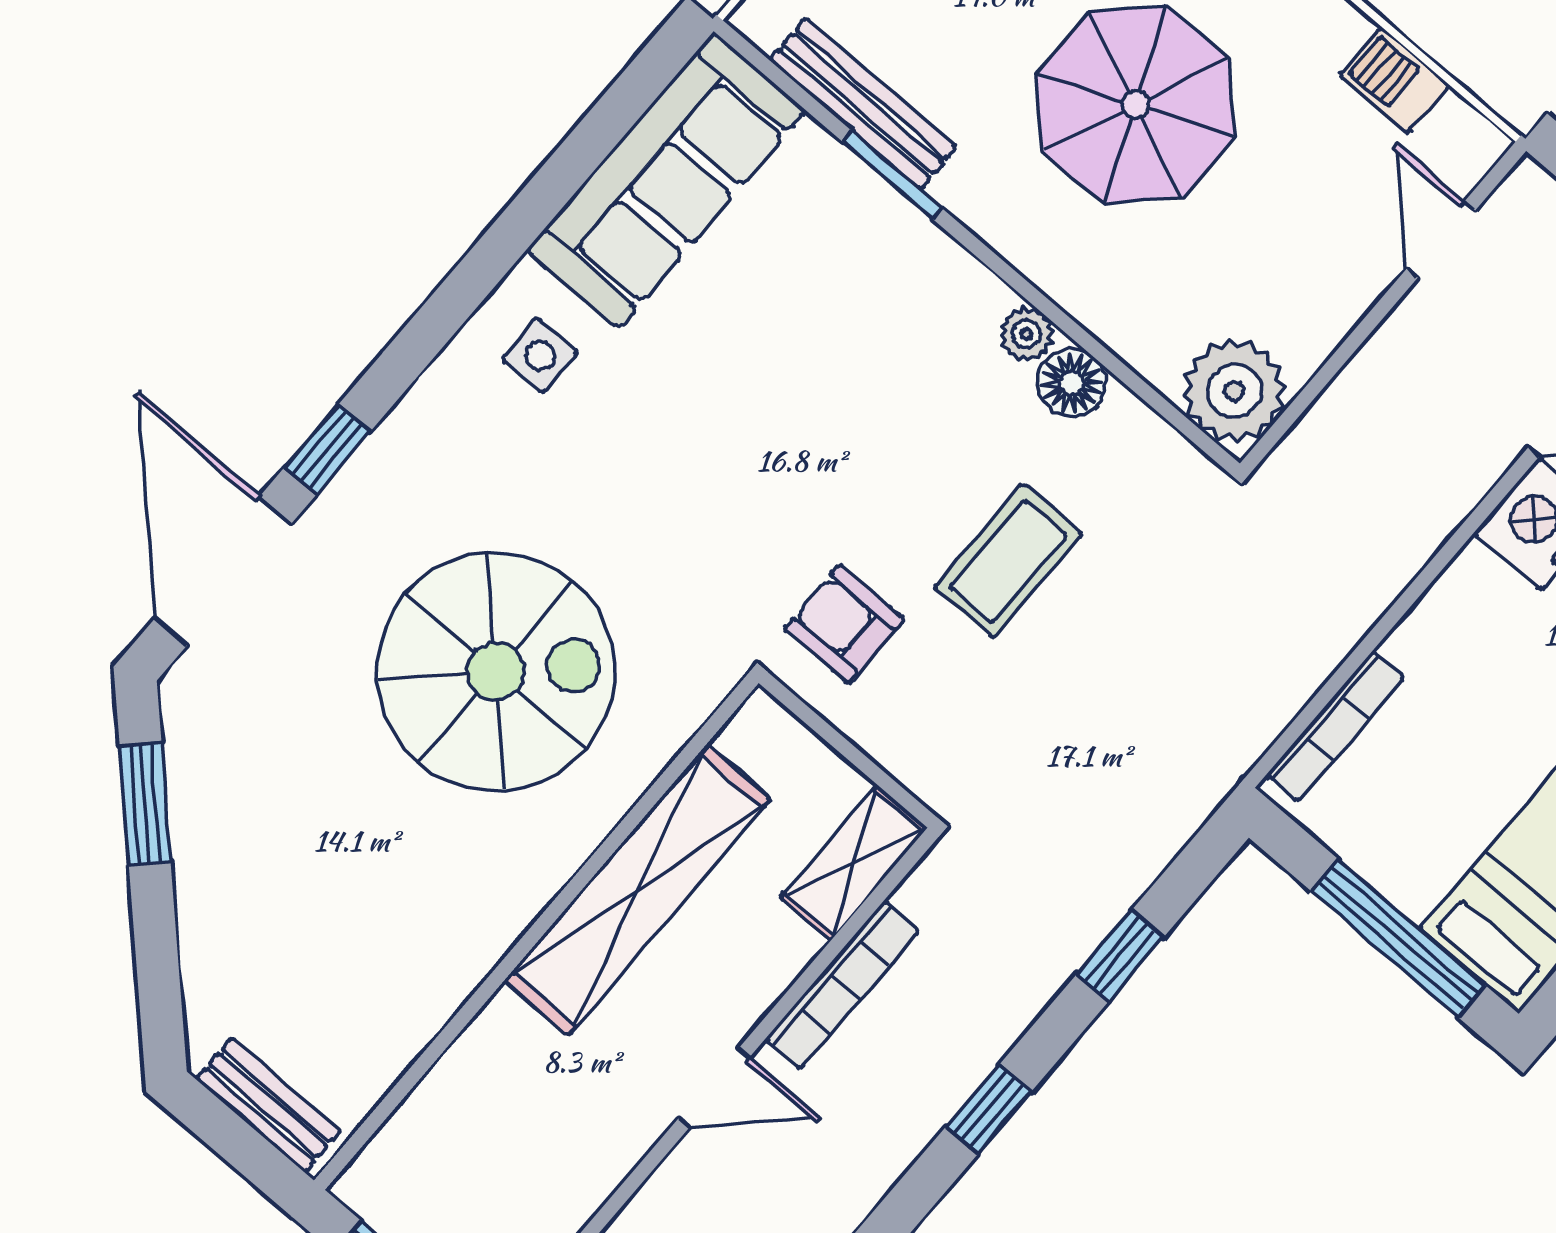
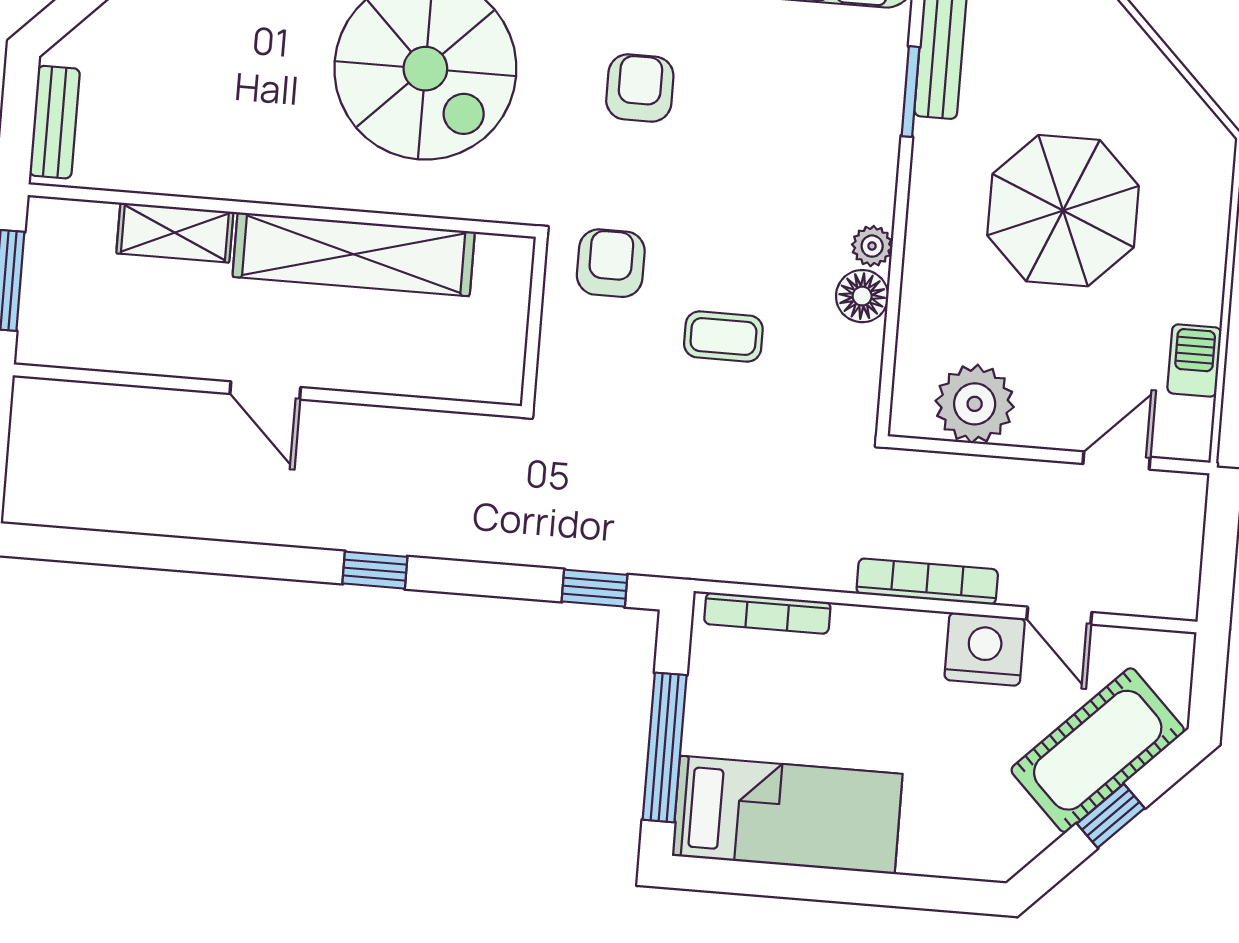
plant: (1234, 391) -> (975, 404), moved
armchair: (681, 459) -> (640, 88), added
coffee table: (1008, 561) -> (723, 336), width x0.73, depth x0.77
shelving: (854, 862) -> (175, 233), moved
window: (1120, 956) -> (595, 588), moved
bookcase: (842, 985) -> (927, 582), moved, turned 180

